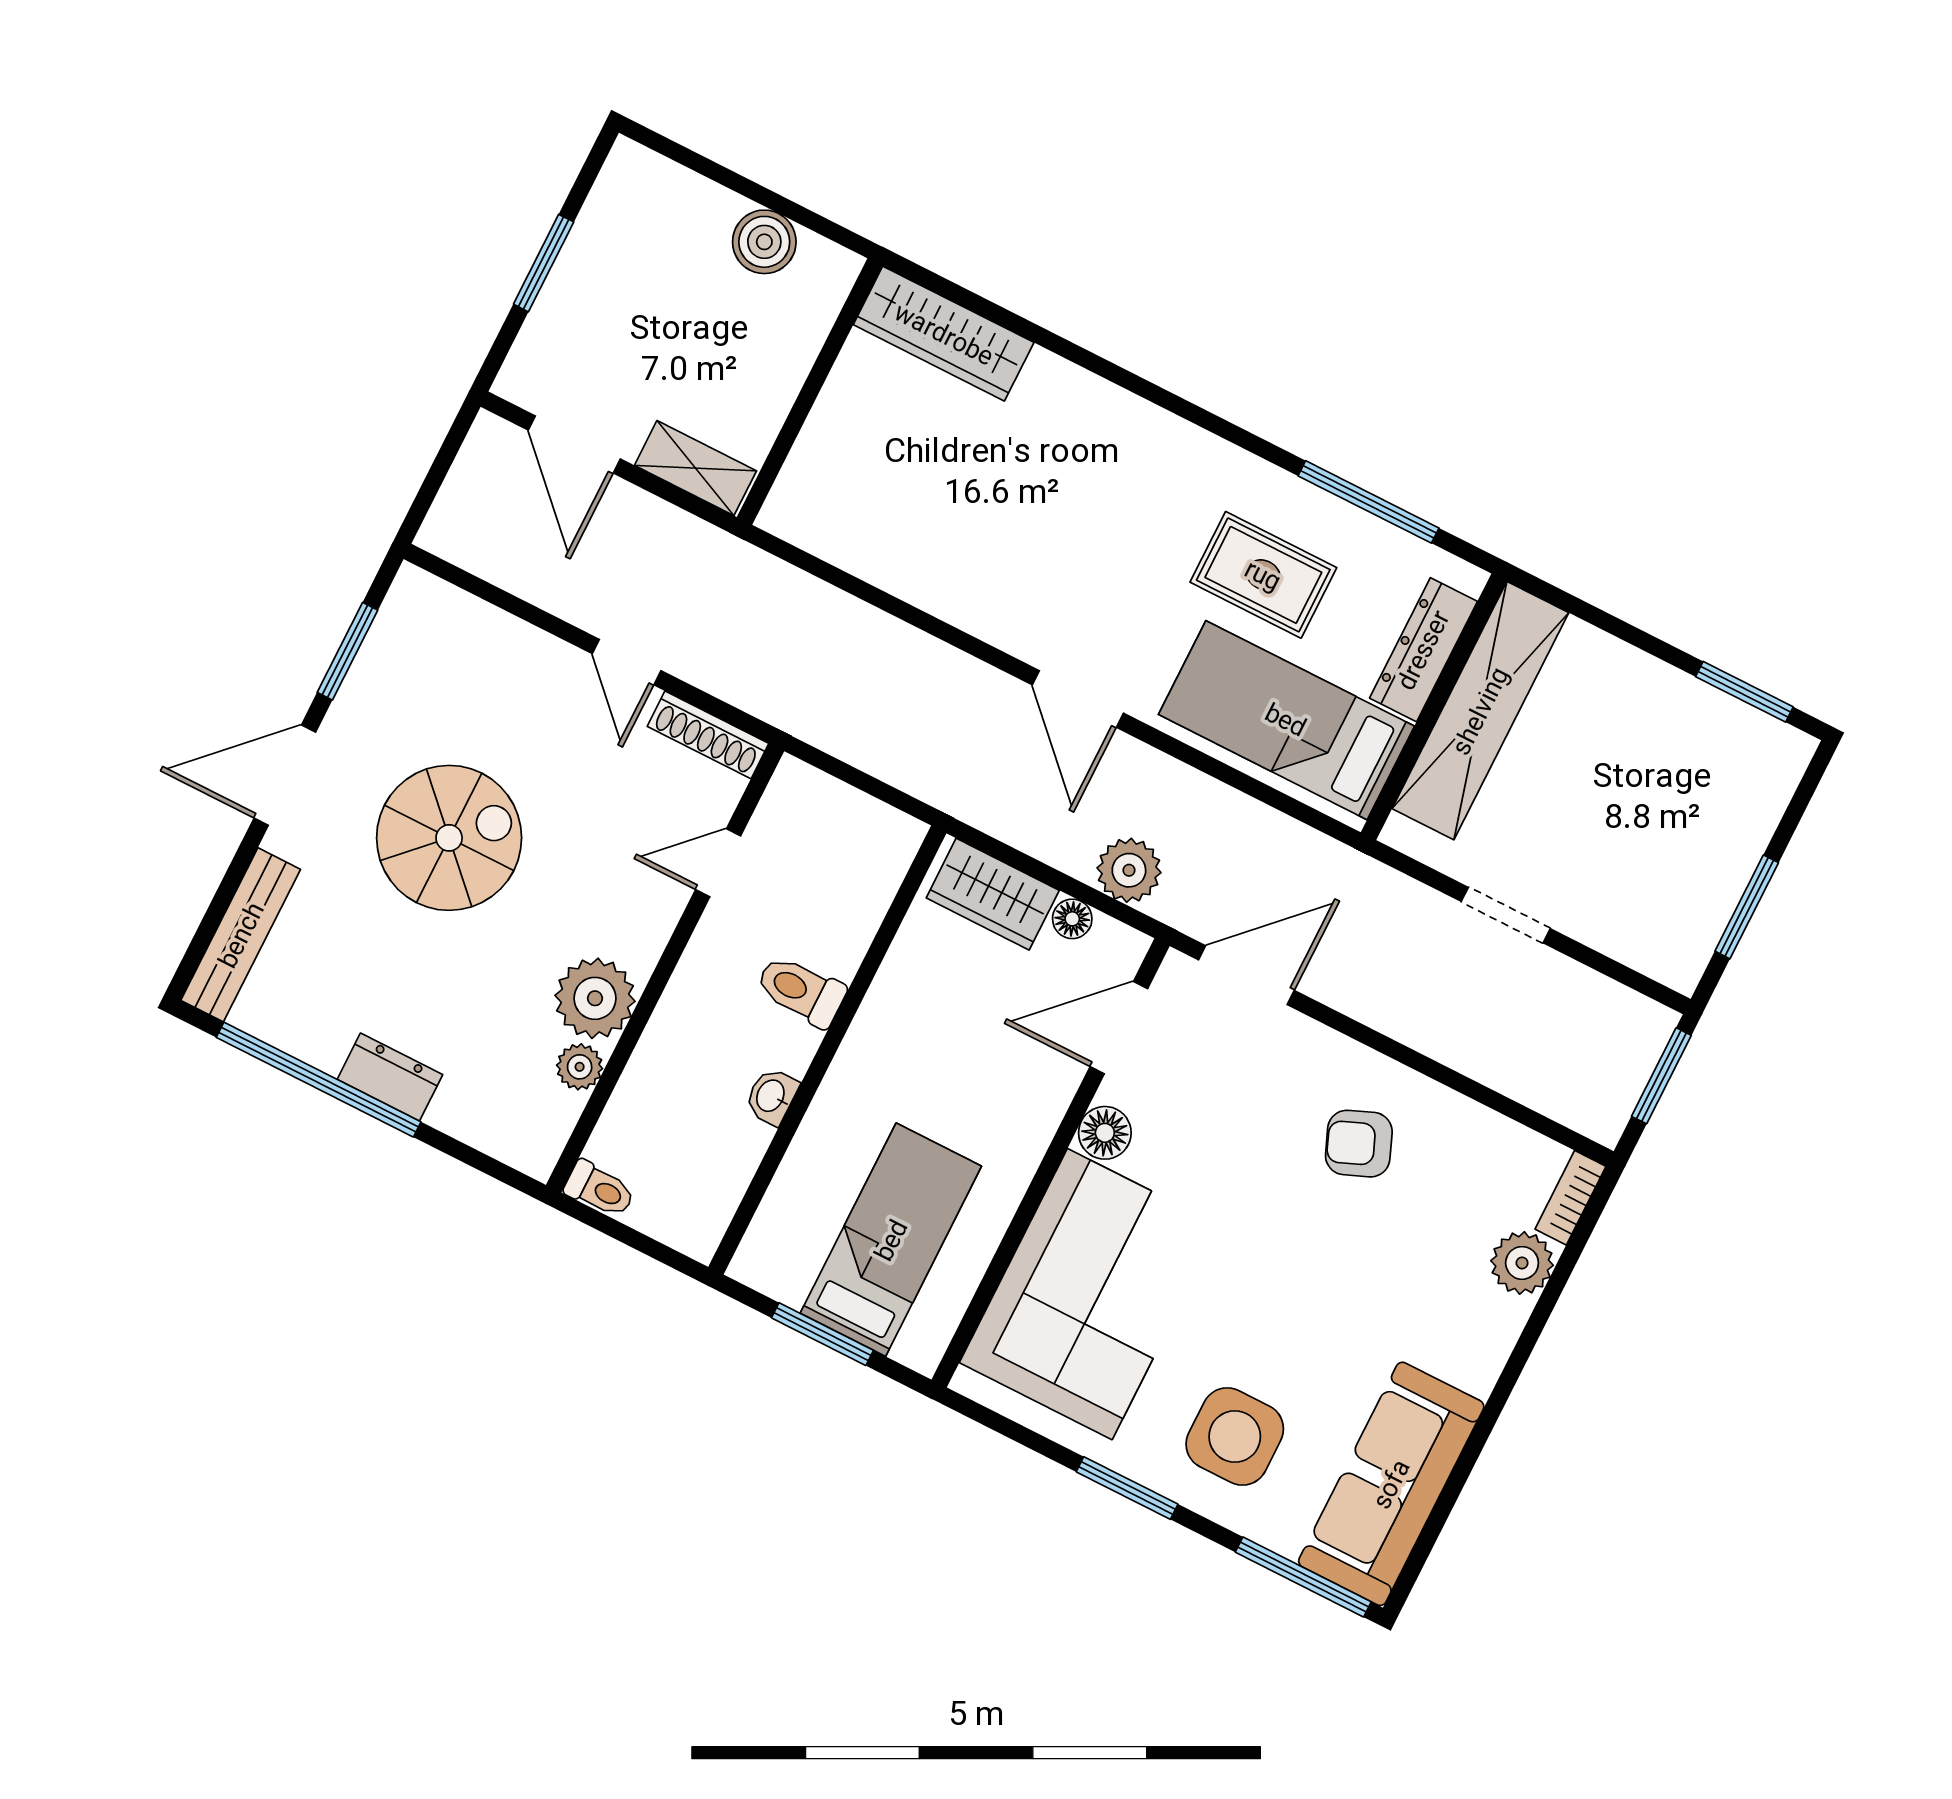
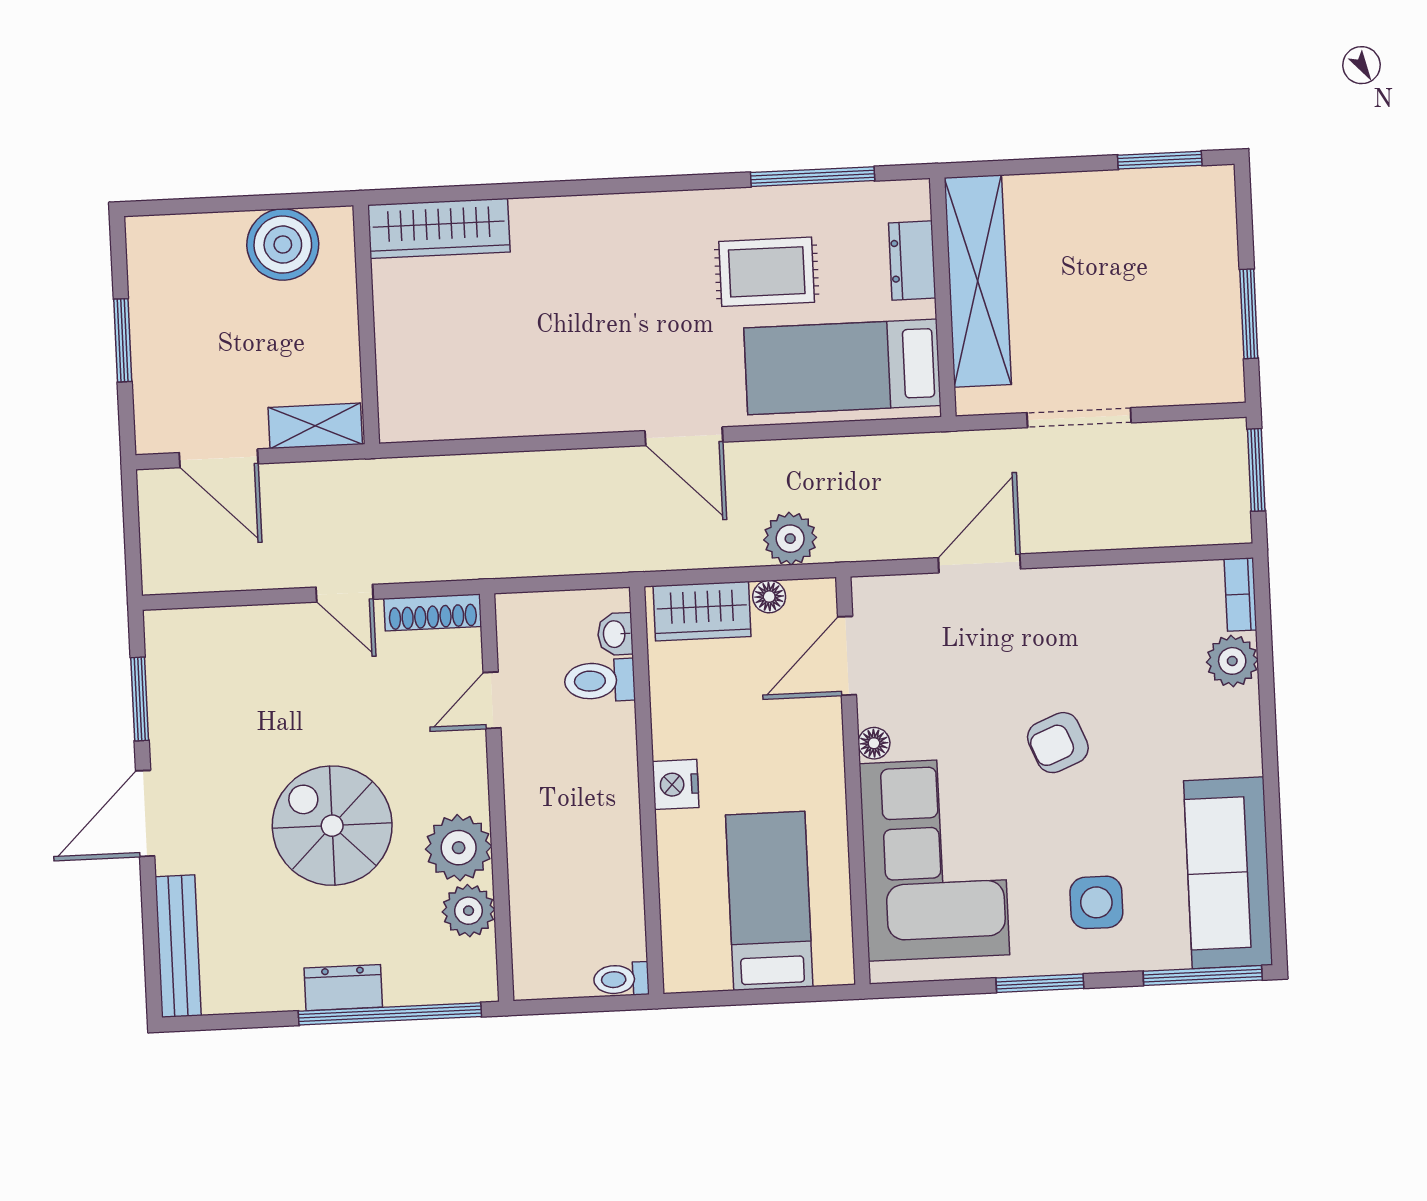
boiler: (764, 242) -> (283, 245), width x1.37, depth x1.37
dresser: (1423, 650) -> (912, 260), width x0.70
spiral stairs: (449, 838) -> (332, 826), moved, turned -90
doorway: (1506, 915) -> (1079, 418), width x1.38
door: (1246, 975) -> (979, 563), moved
toilet: (801, 991) -> (600, 681), moved
nightstand: (862, 1061) -> (676, 784), added
plant: (580, 1067) -> (469, 911), width x1.38, depth x1.38
window: (319, 1080) -> (390, 1014), moved
washbasin: (771, 1096) -> (615, 634), moved
floor lamp: (1105, 1133) -> (874, 743), width x0.73, depth x0.73
armchair: (1359, 1144) -> (1058, 743), moved
toilet: (600, 1189) -> (621, 979), moved, turned 180
window: (822, 1334) -> (758, 996), removed
side table: (1235, 1436) -> (1096, 902), width x0.73, depth x0.73

